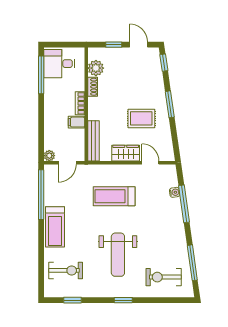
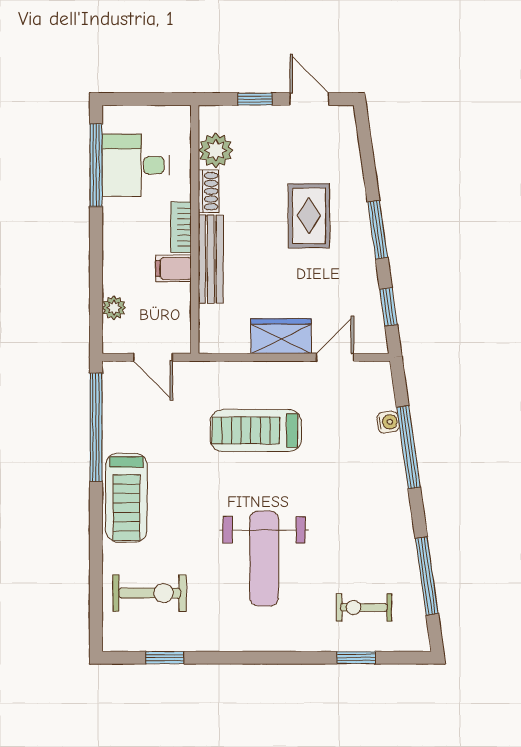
window: (164, 63) -> (389, 307), moved
desk: (59, 64) -> (136, 165), moved
rug: (141, 118) -> (309, 216), moved, turned 90
bench: (94, 141) -> (211, 259), moved
plant: (49, 156) -> (114, 308), moved
door: (67, 163) -> (153, 357), hinge flipped
door: (150, 163) -> (335, 357), hinge flipped
exercise bike: (164, 277) -> (364, 607), width x0.73, depth x0.72
window: (123, 300) -> (356, 658), moved

